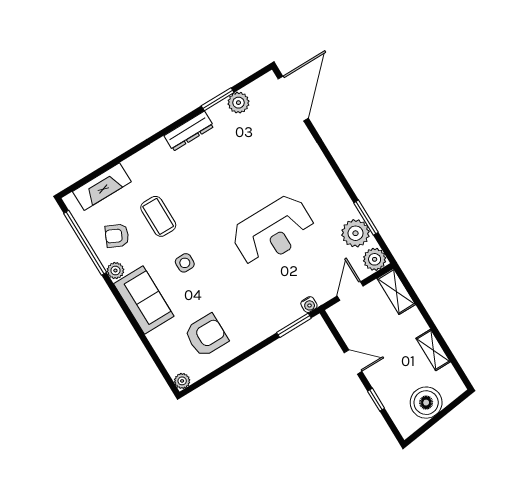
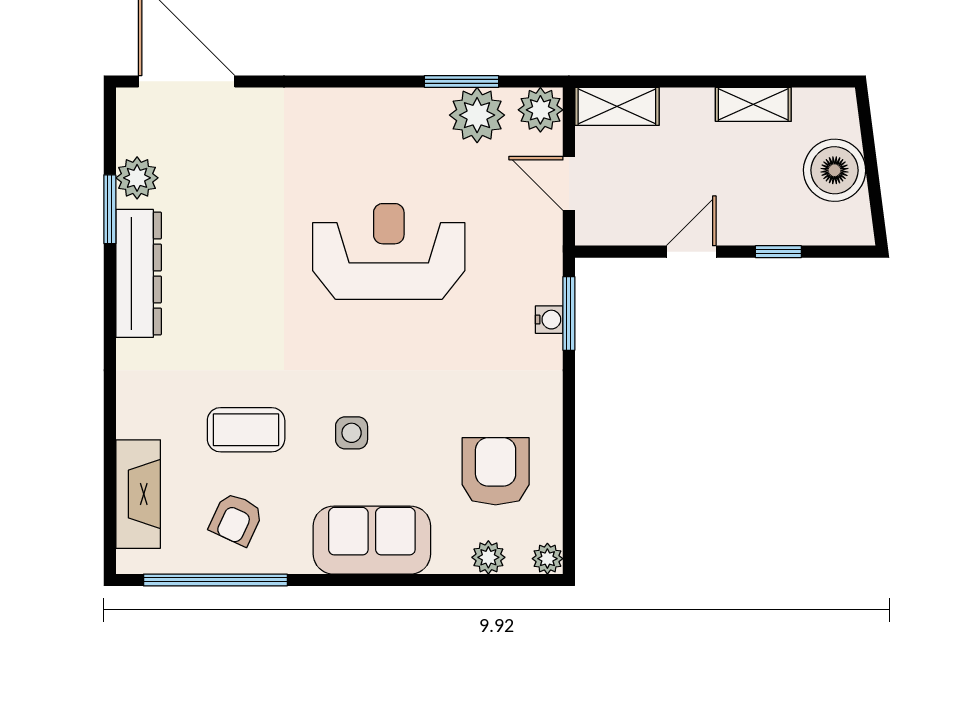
dresser: (189, 131) -> (139, 273), width x1.37, depth x1.24
reception desk: (273, 231) -> (389, 251), turned -90
plant: (115, 271) -> (488, 557), moved
water cooler: (309, 305) -> (549, 320), moved

